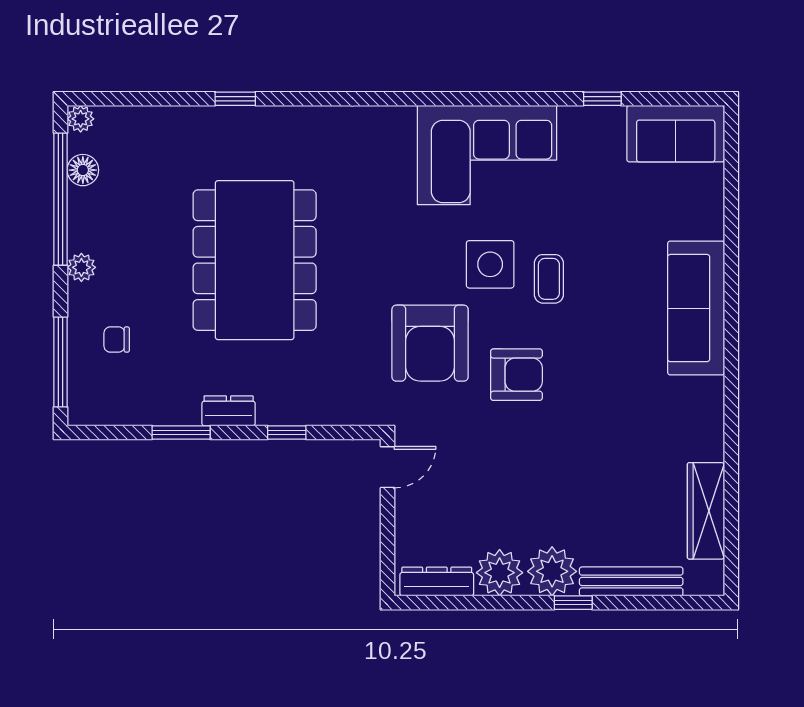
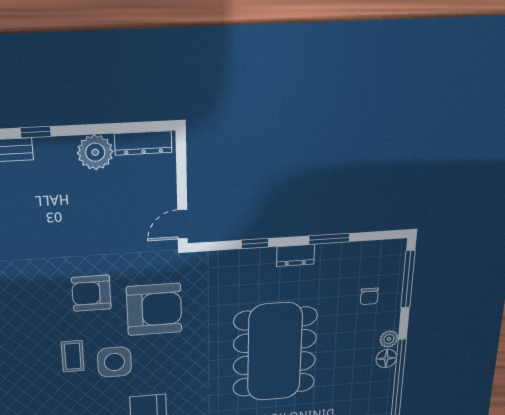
floor lamp: (83, 170) -> (386, 358), moved
chair: (117, 340) -> (369, 296), turned 90
armchair: (430, 343) -> (154, 309), turned 90
plant: (552, 571) -> (54, 155), removed

